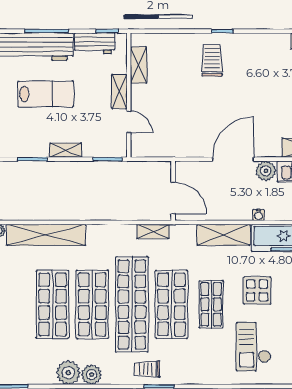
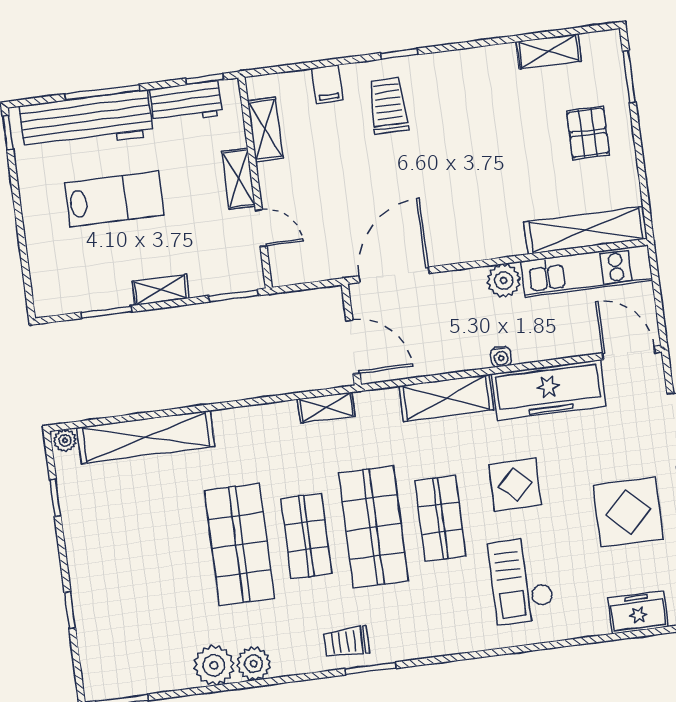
filing cabinet: (178, 43) -> (327, 84), added
door: (233, 159) -> (394, 275), moved
shop shelf: (53, 304) -> (172, 553), removed
shop shelf: (132, 304) -> (306, 536), width x0.50, depth x0.74

